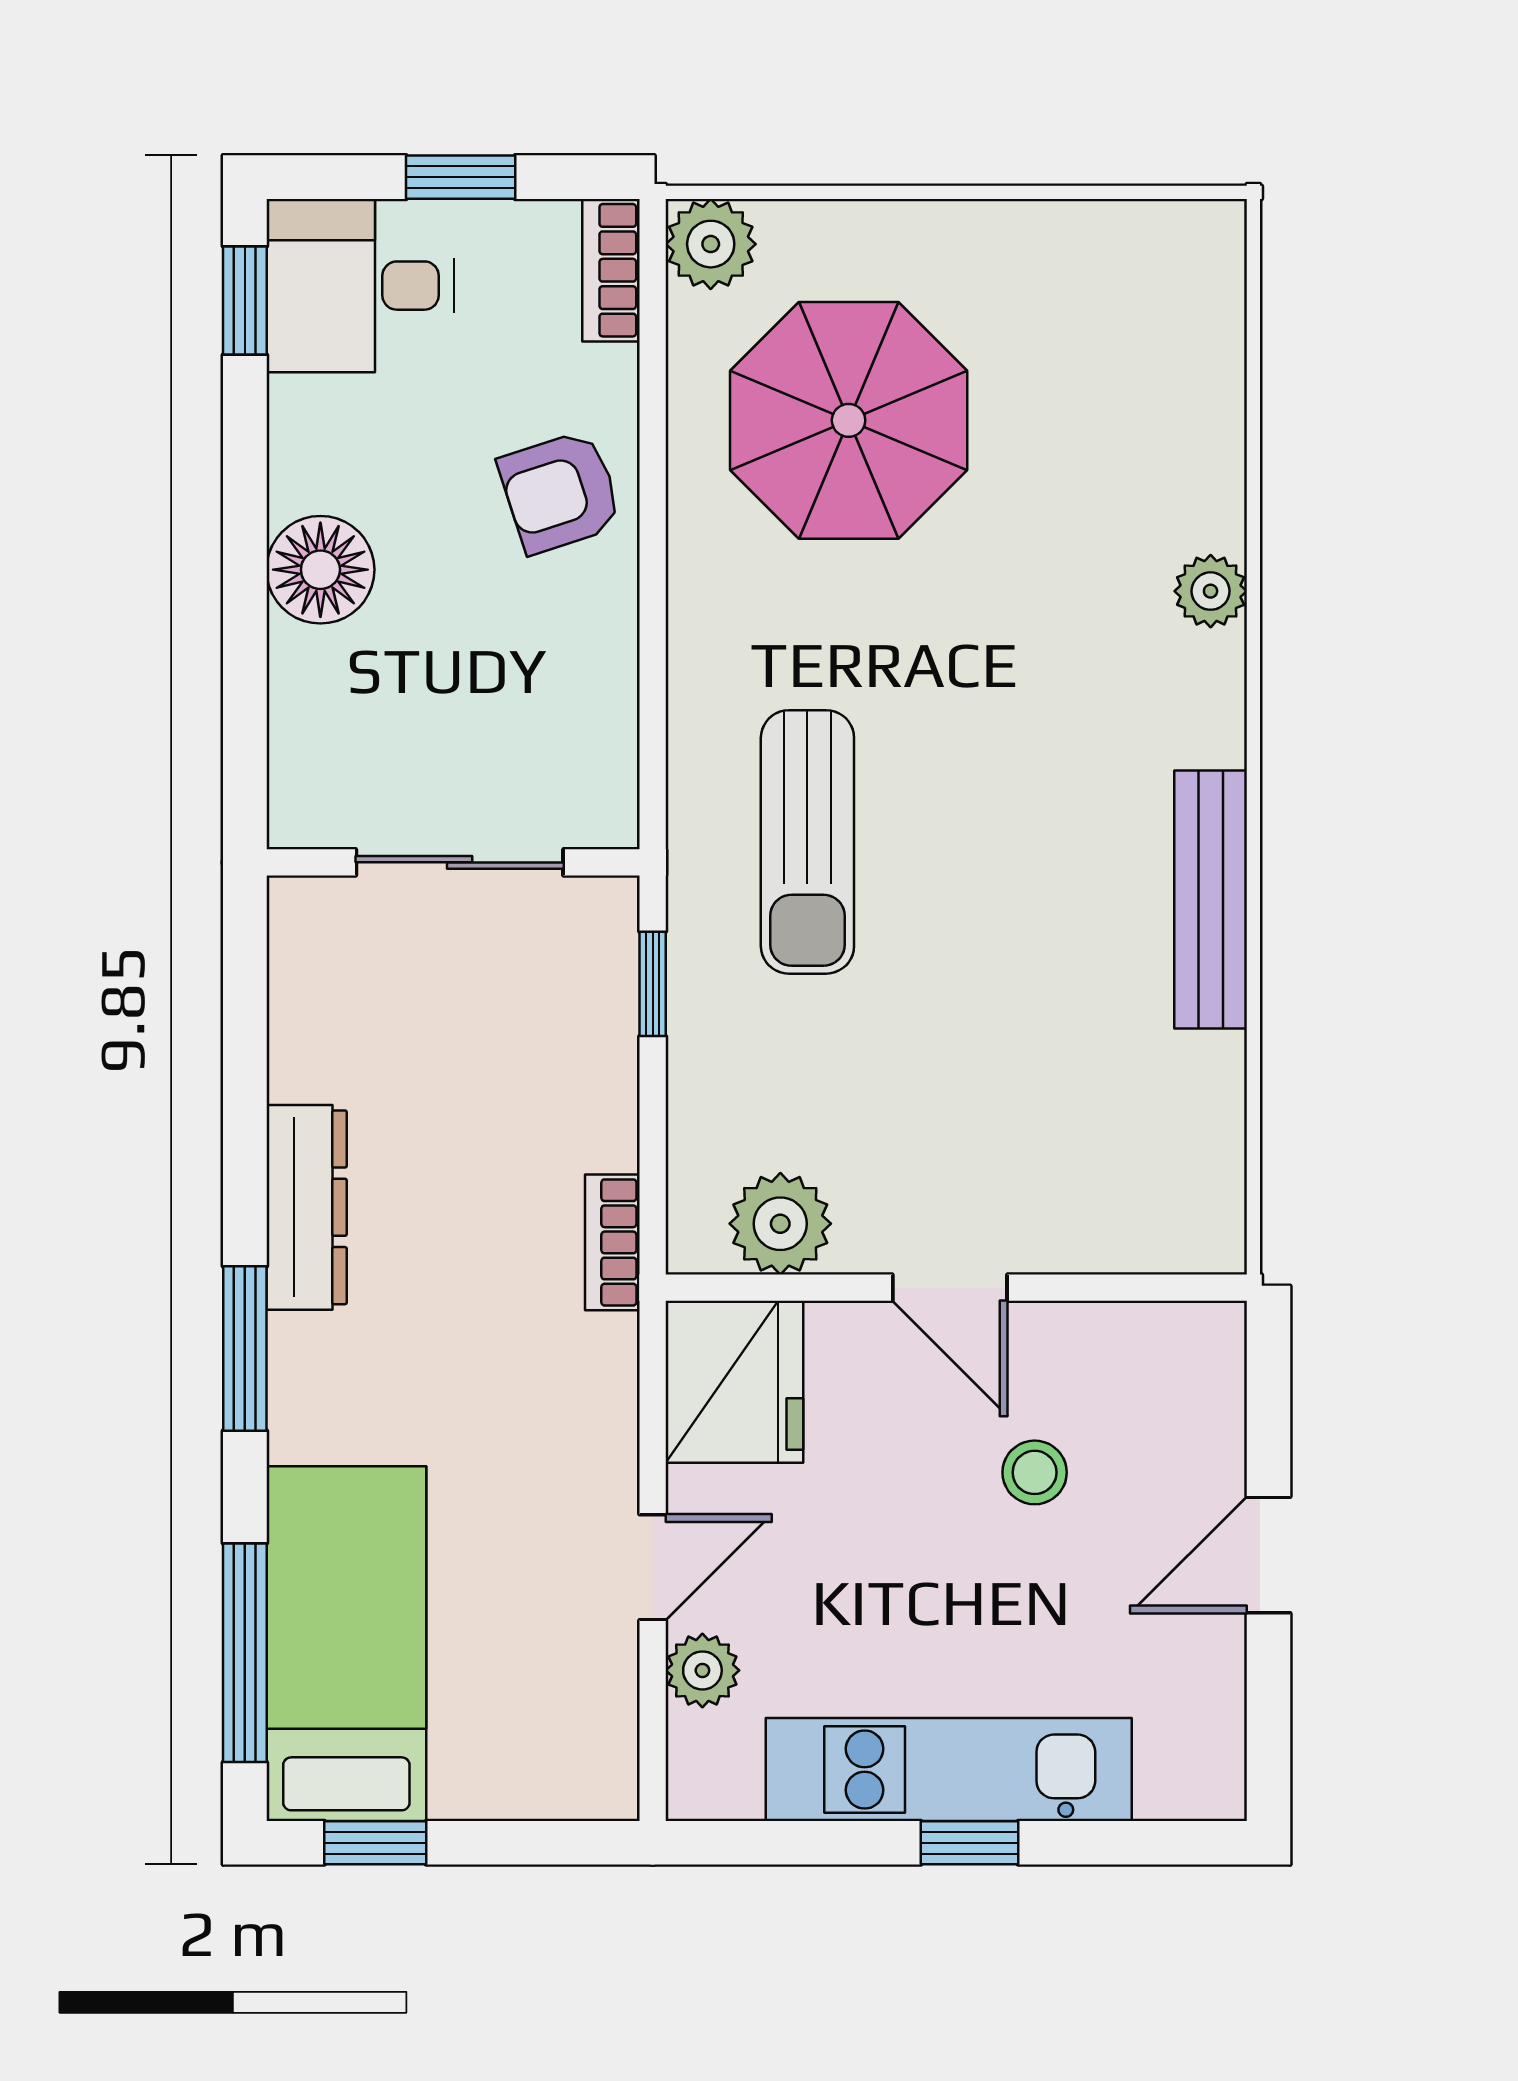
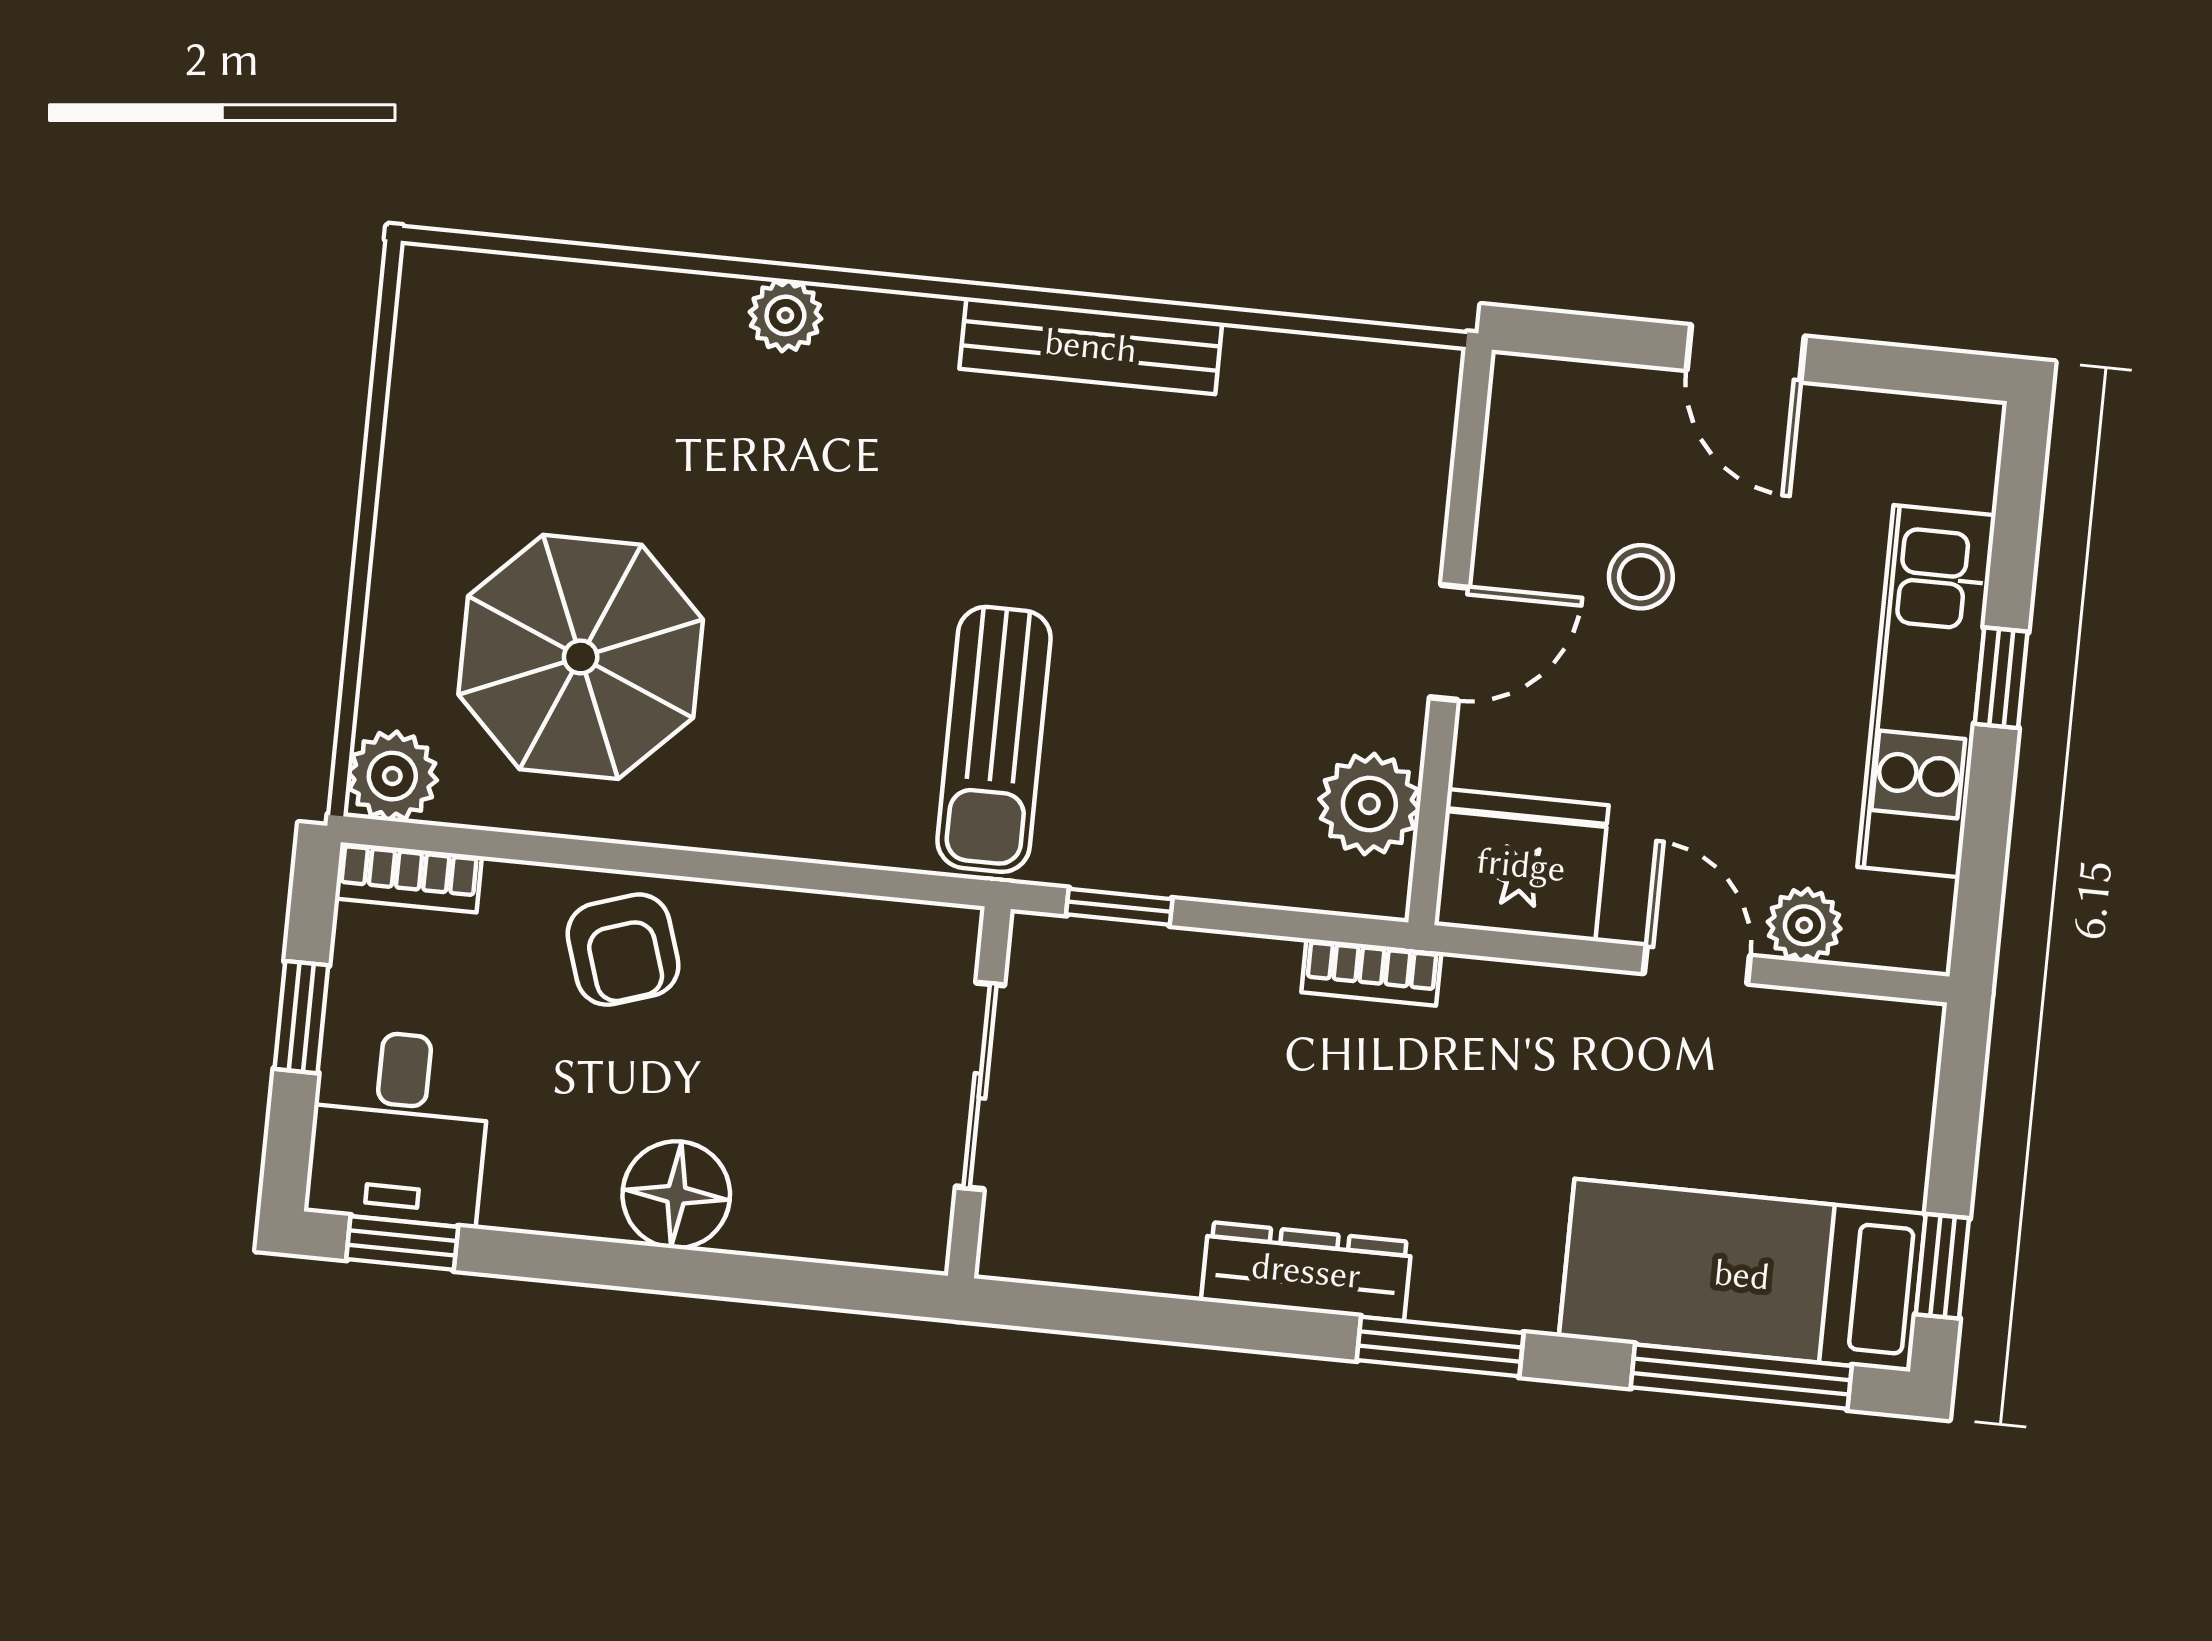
sun lounger: (807, 842) -> (994, 739), turned 90

